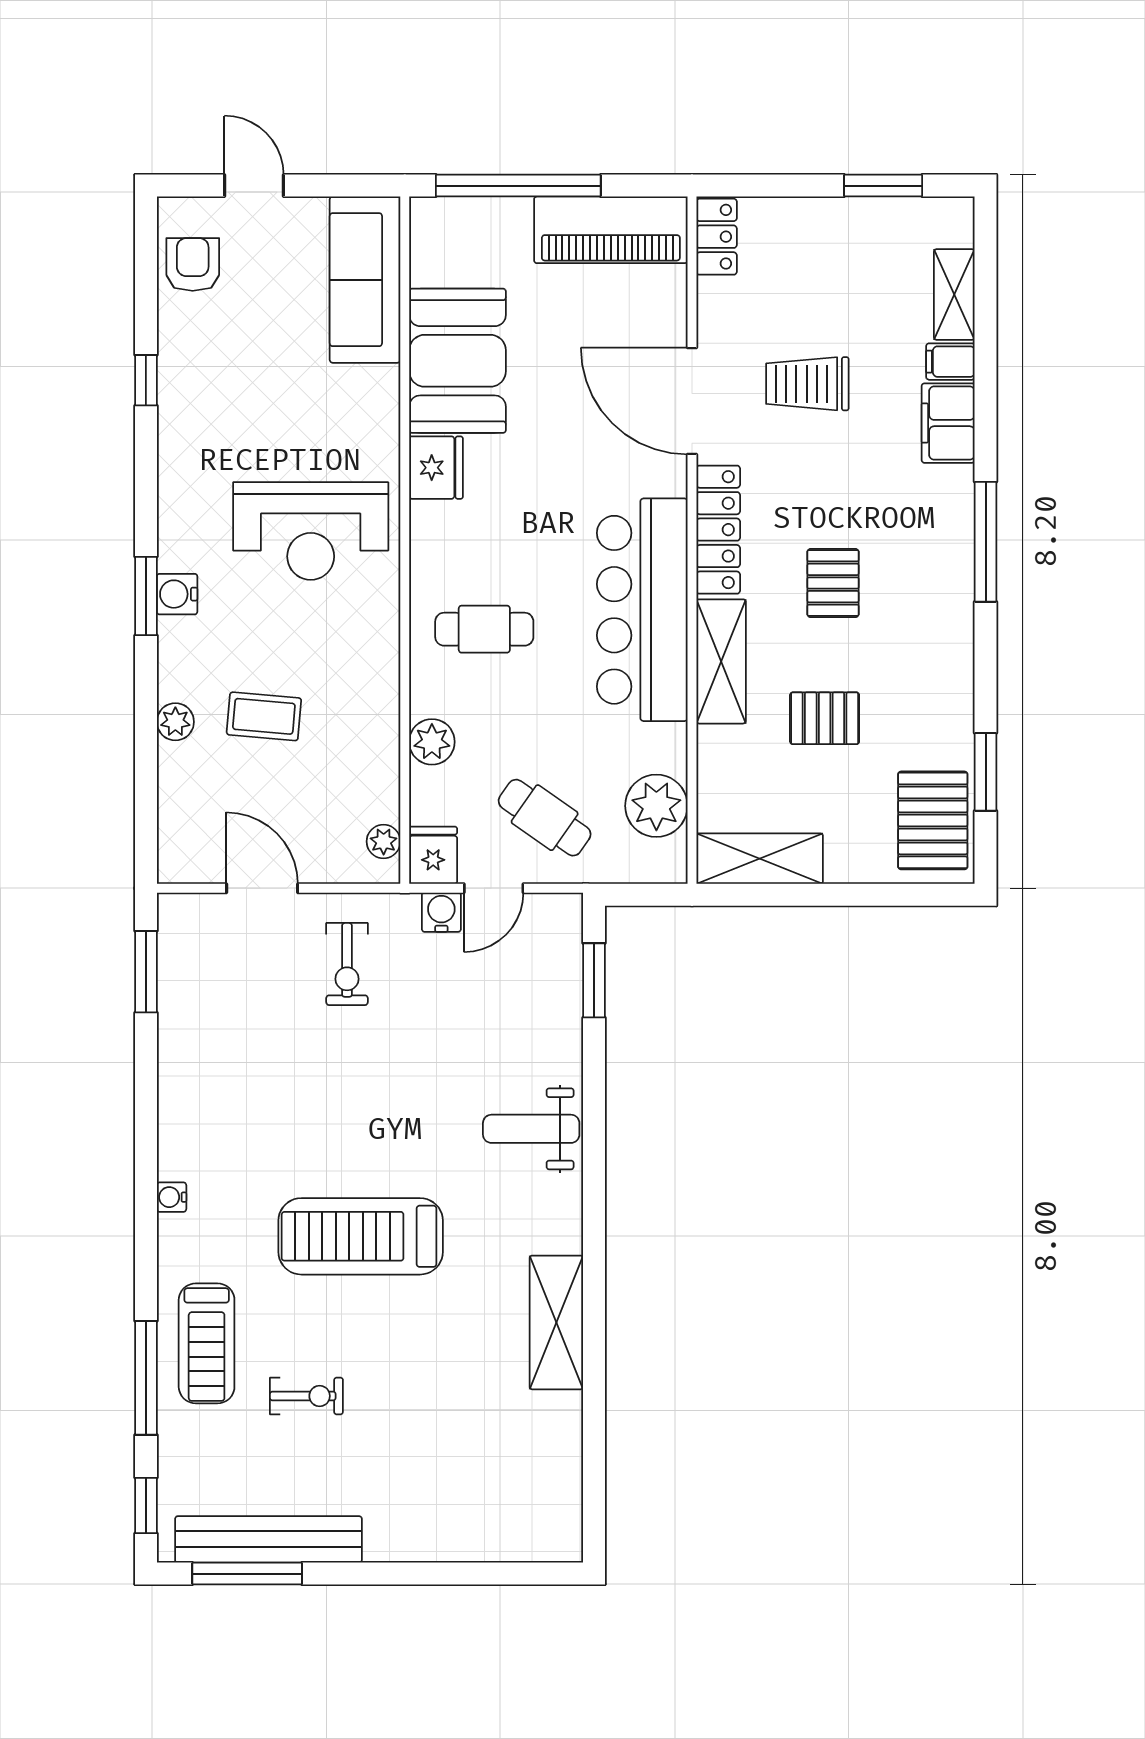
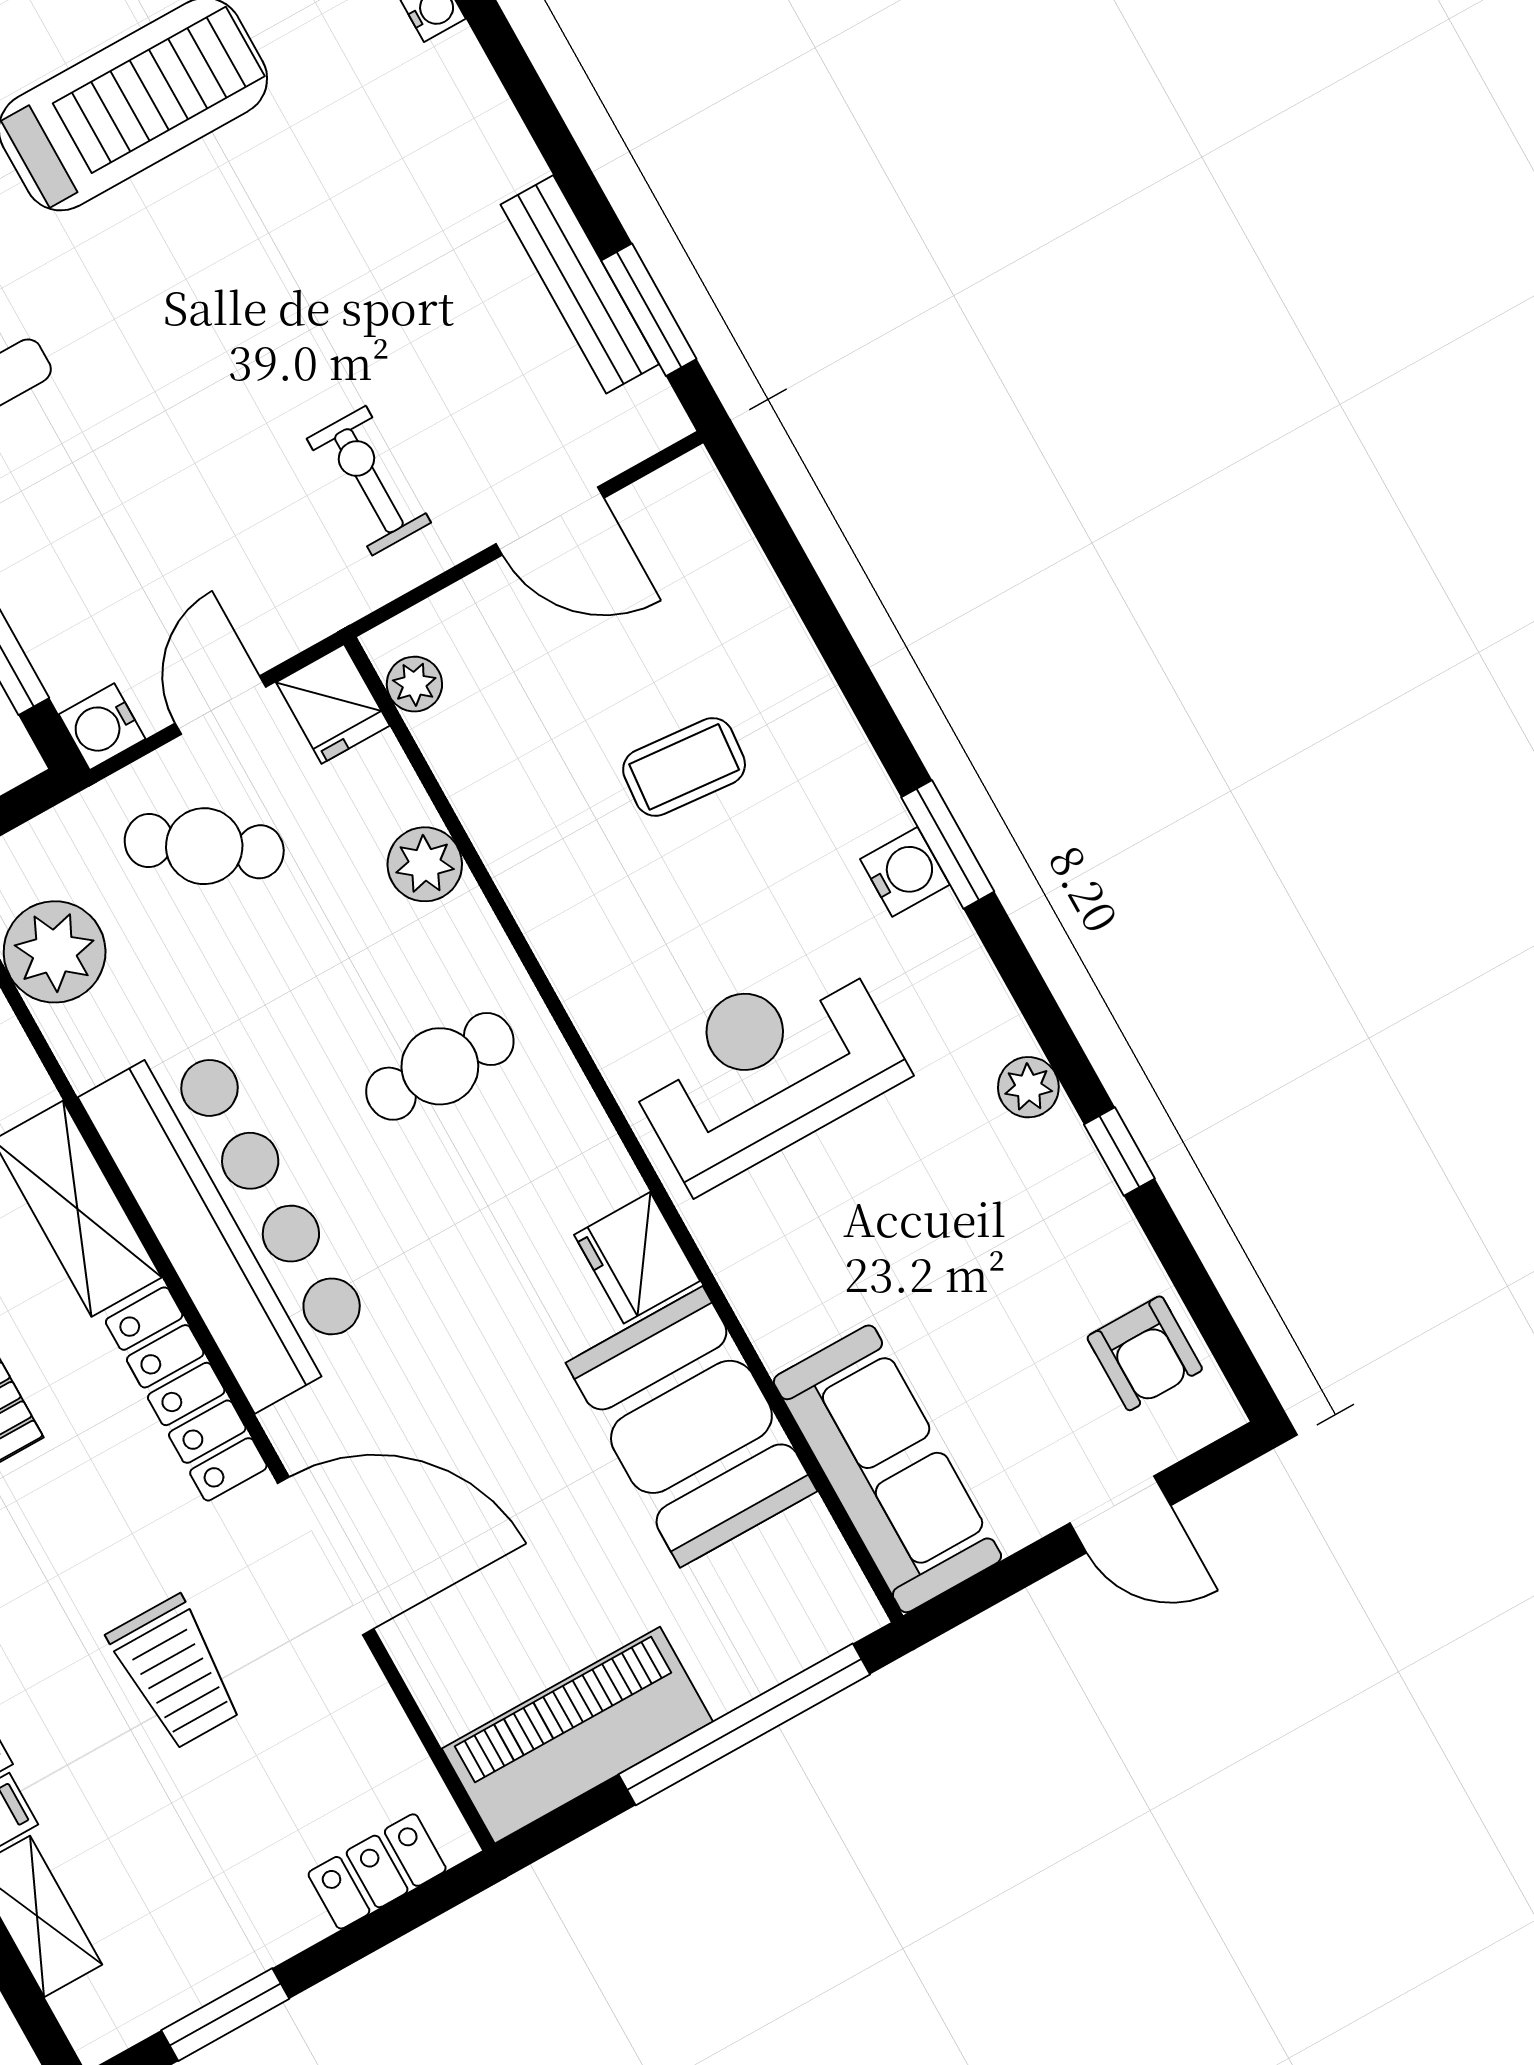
locker: (717, 237) -> (377, 1871), moved, turned 90
trolley: (807, 384) -> (175, 1672), turned 90
plant: (175, 722) -> (1028, 1087), moved
water cooler: (441, 912) -> (102, 727), moved, turned 90
bench: (175, 1006) -> (580, 284), added

